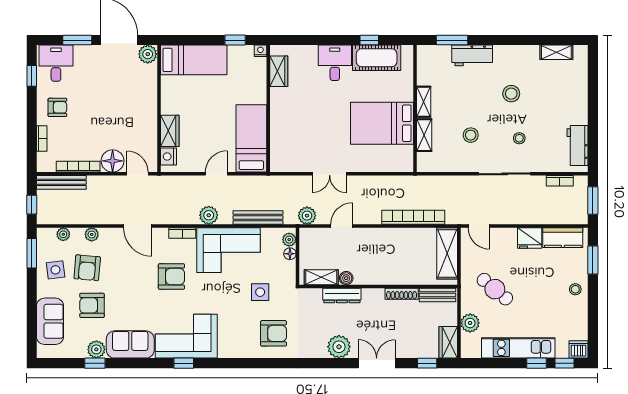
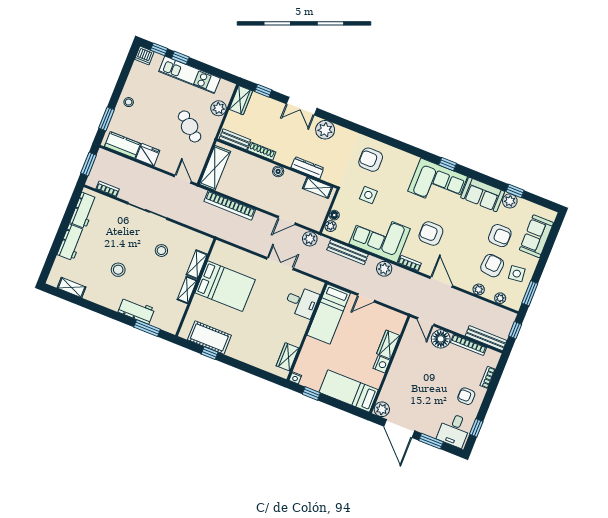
desk: (335, 63) -> (302, 302), moved, turned -90
workbench: (577, 104) -> (71, 242), added
stool: (519, 138) -> (126, 233), removed
nightstand: (168, 156) -> (382, 364), moved
boiler: (346, 278) -> (278, 171), moved

